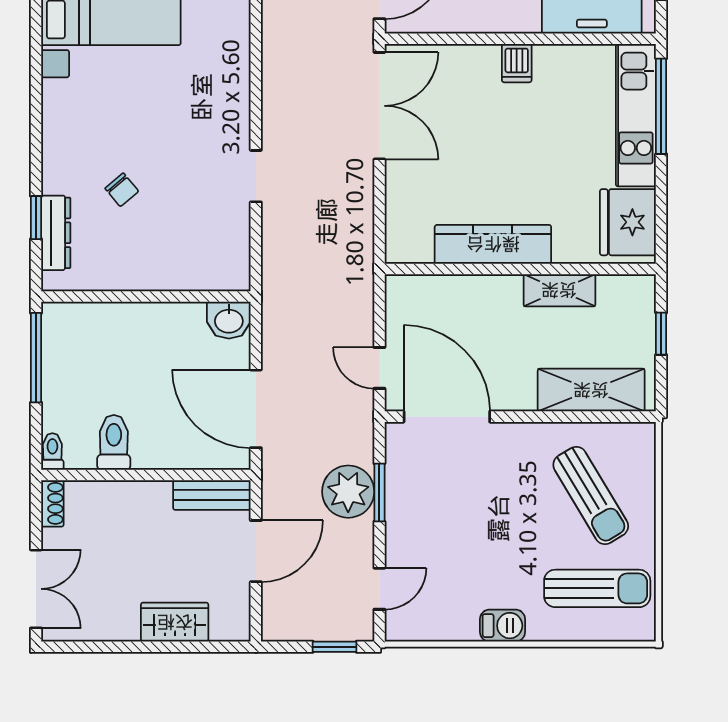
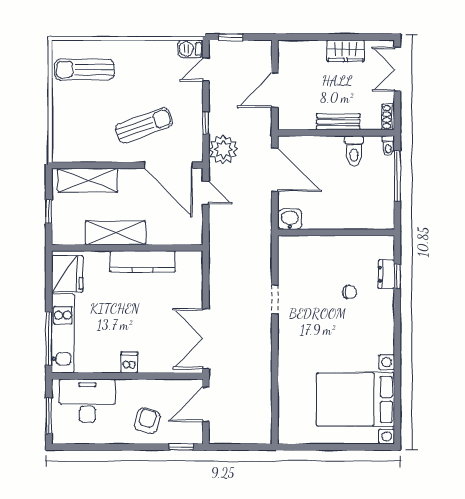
chair: (122, 190) -> (349, 292), turned 130
dresser: (56, 233) -> (386, 274), width x0.70
shelving: (559, 290) -> (115, 233), width x1.50, depth x1.33
window: (36, 358) -> (397, 176), moved
plant: (348, 492) -> (223, 149), moved
window: (379, 493) -> (206, 123), width x0.67
bench: (212, 495) -> (338, 122), moved
sun lounger: (591, 495) -> (144, 125), moved, turned 101
wardrobe: (175, 622) -> (346, 51), moved
barbecue: (503, 626) -> (190, 49), moved

